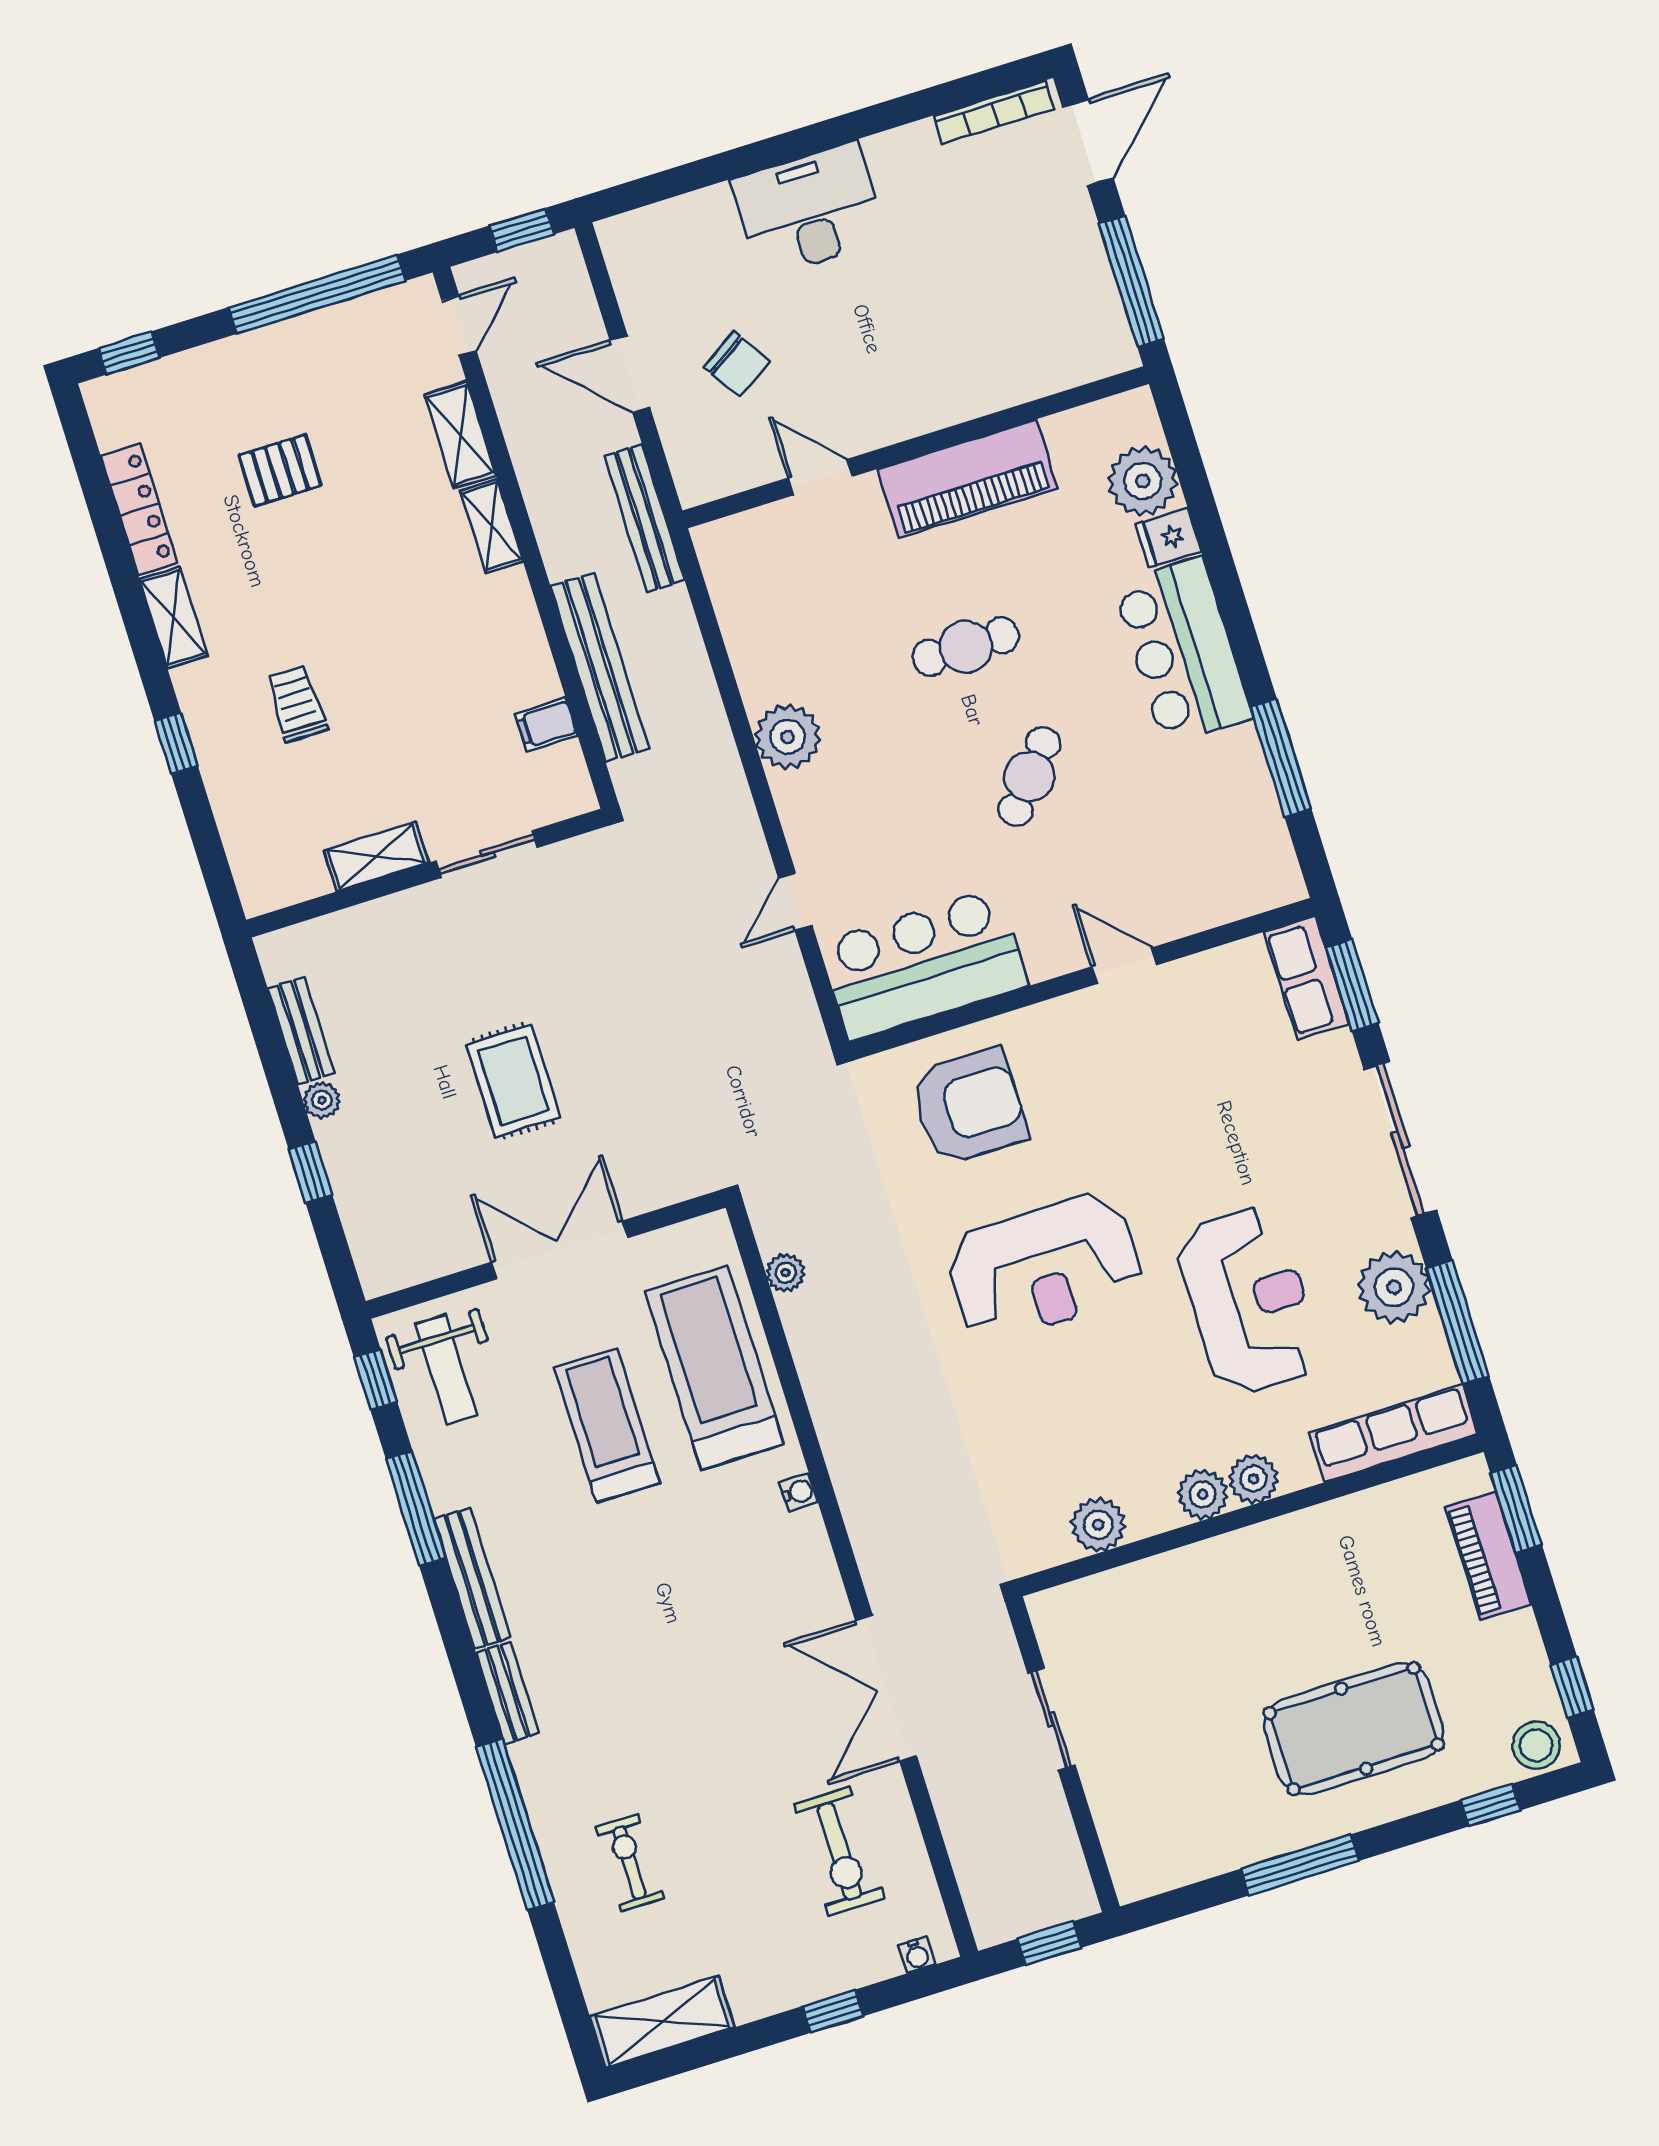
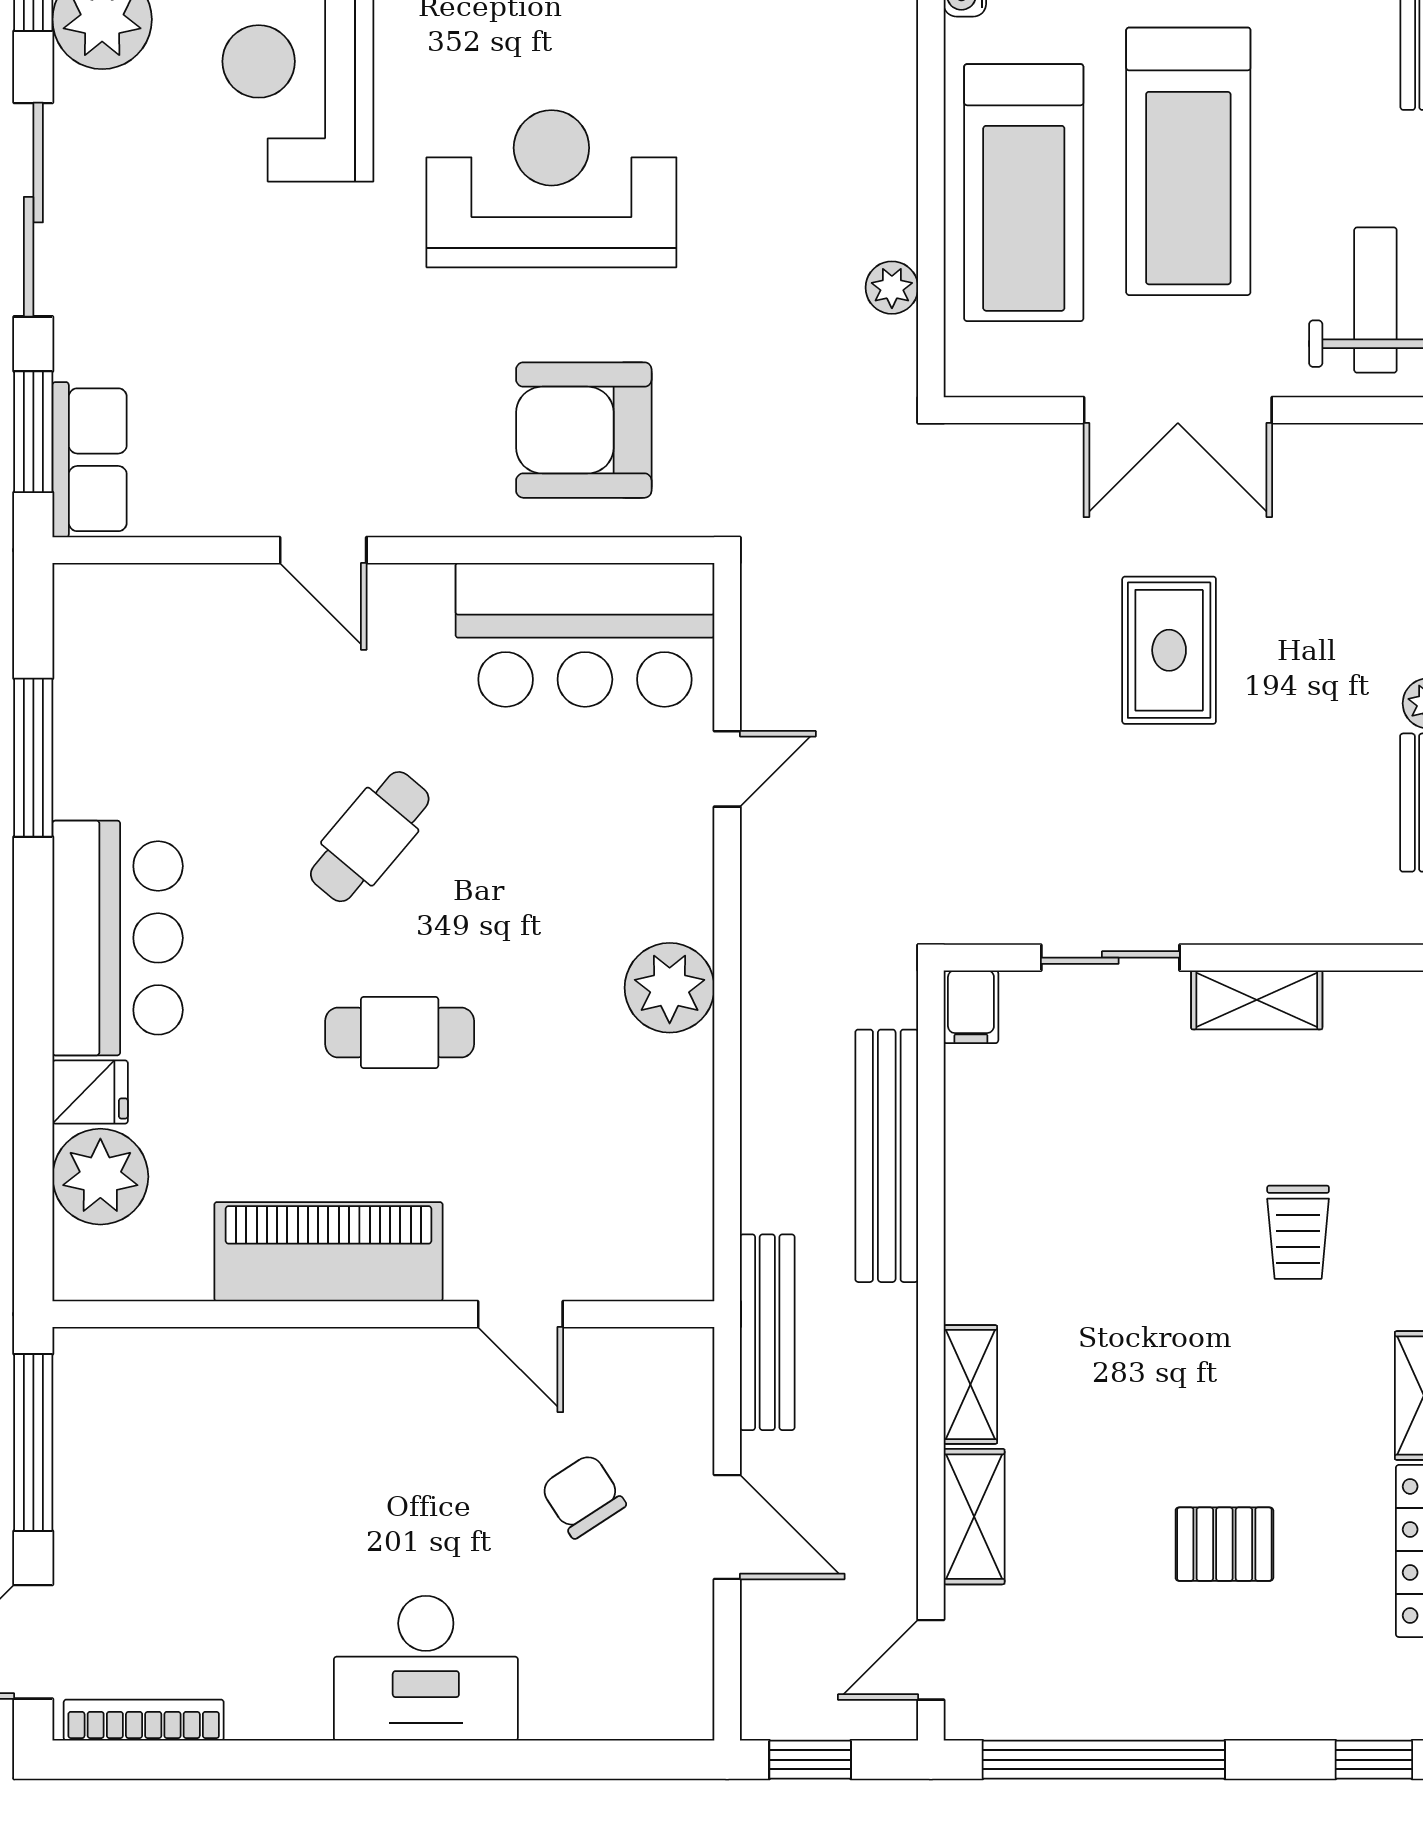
filing cabinet: (546, 724) -> (971, 1007), moved, turned 90
treadmill: (607, 1425) -> (1188, 161), width x1.37, depth x1.38

